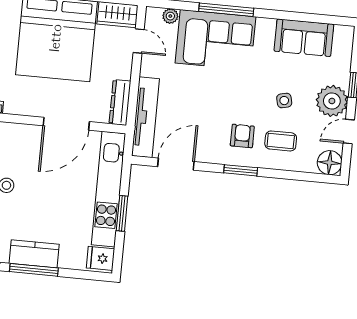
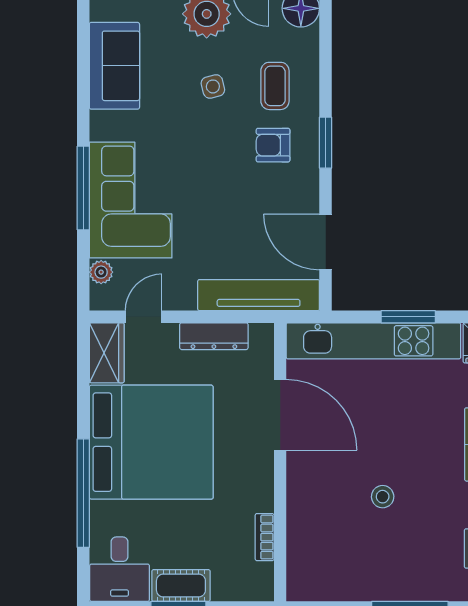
dresser: (120, 102) -> (214, 336), moved

